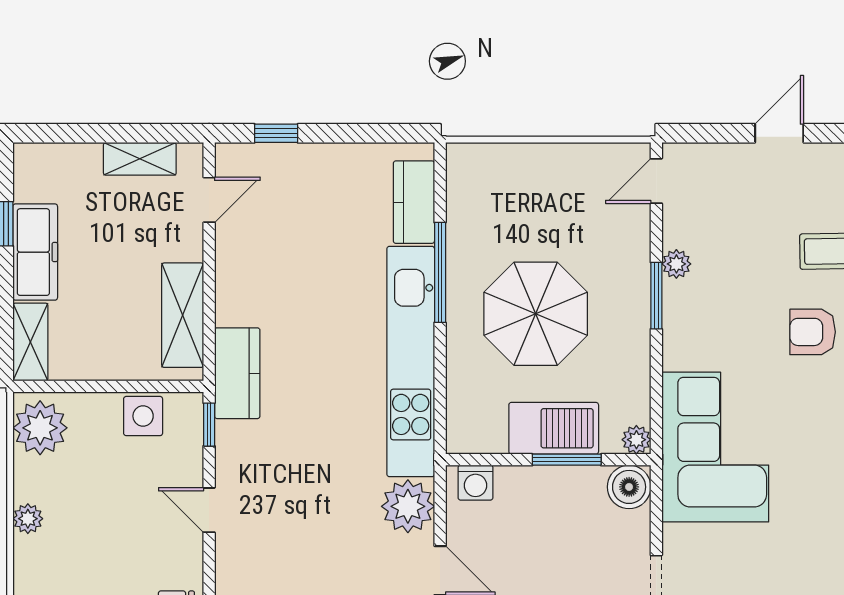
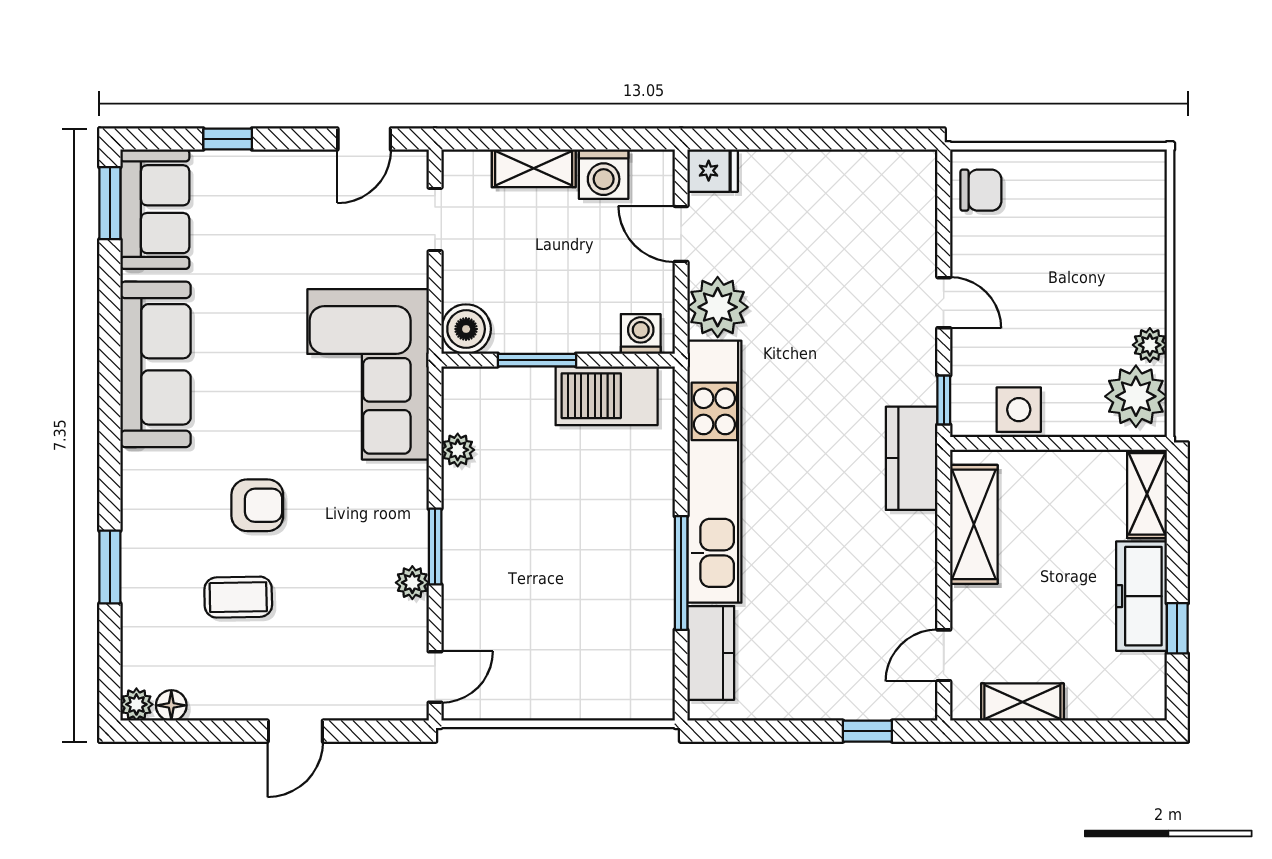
parasol: (536, 314) -> (572, 526), removed
barbecue: (554, 428) -> (607, 396), moved
plant: (636, 440) -> (458, 450), moved
plant: (28, 519) -> (1150, 345), moved

